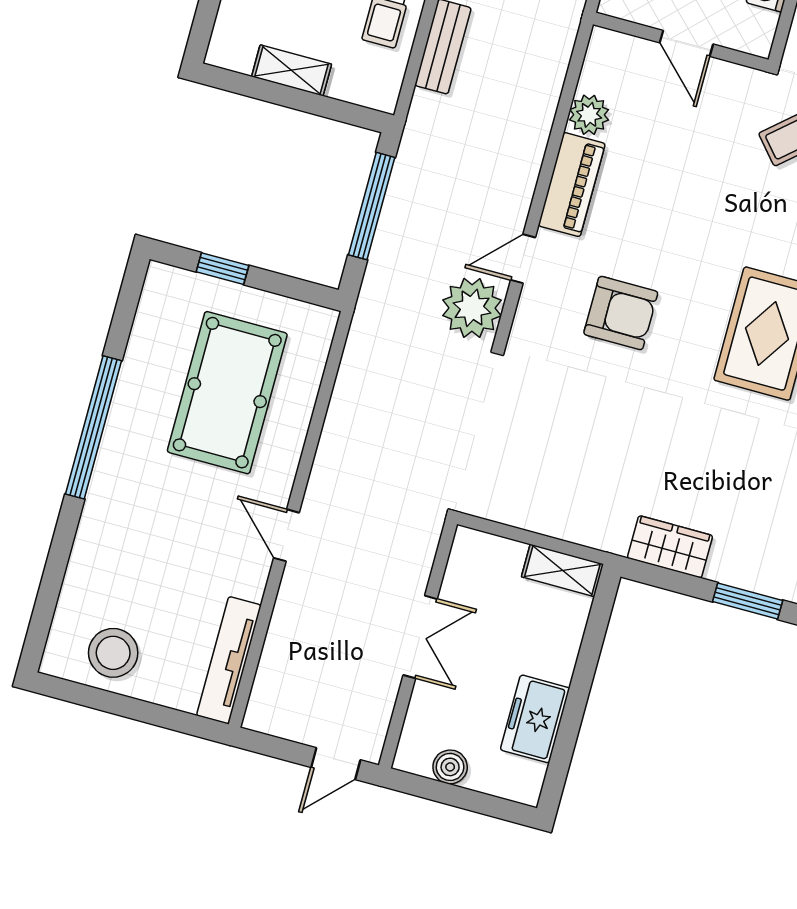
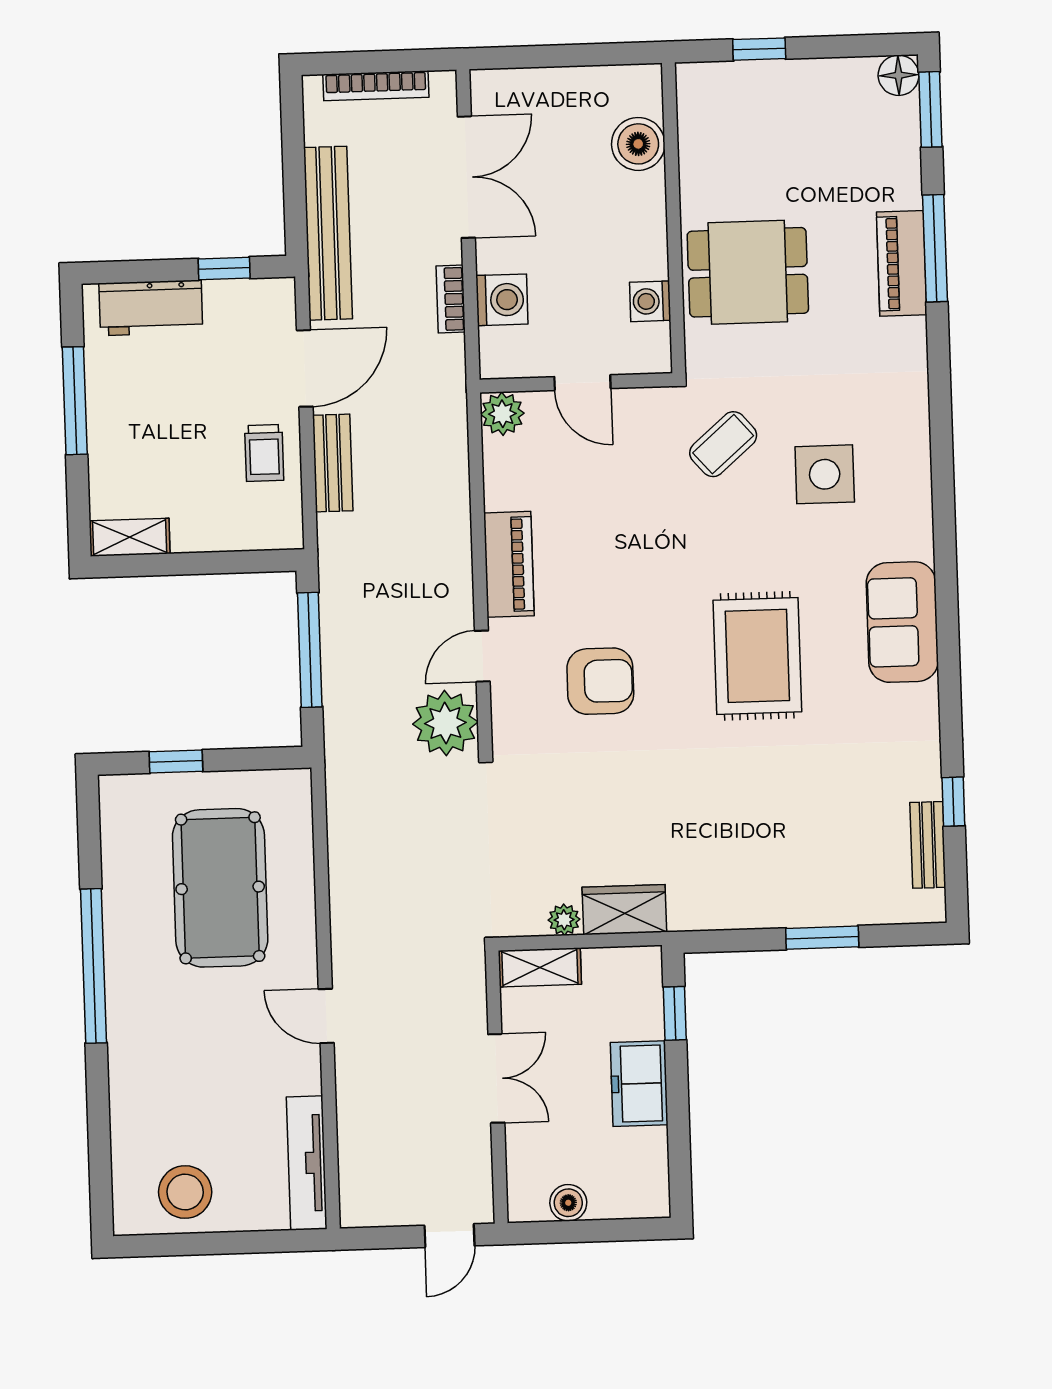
shelving: (292, 70) -> (130, 537), moved
plant: (589, 115) -> (502, 414), moved
plant: (524, 515) -> (564, 920), added
wardrobe: (670, 547) -> (624, 910), moved
shelving: (562, 570) -> (540, 967), moved
window: (596, 628) -> (675, 1013), added
freezer: (535, 719) -> (639, 1084), moved

